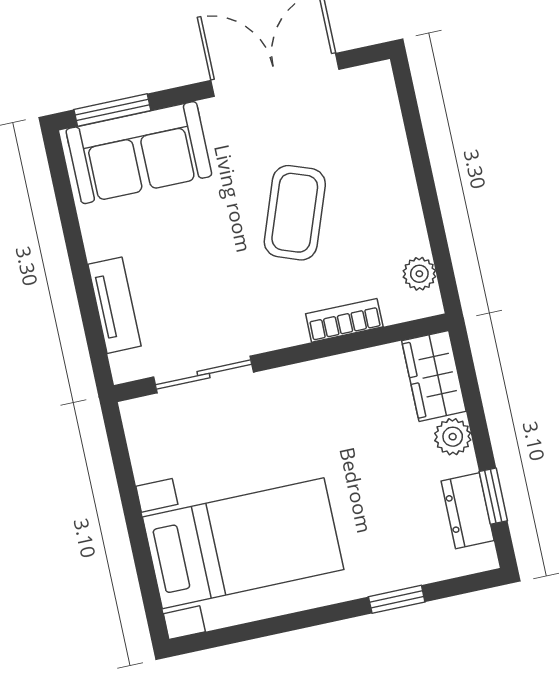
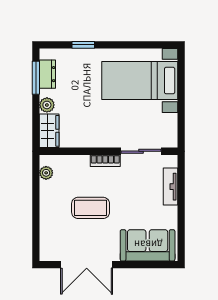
window: (112, 110) -> (154, 265), removed
coffee table: (295, 213) -> (91, 208), turned 70
bookcase: (344, 320) -> (105, 161), moved
window: (493, 496) -> (36, 78), width x1.50

